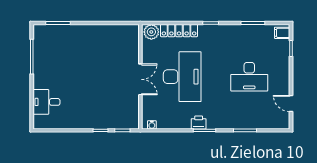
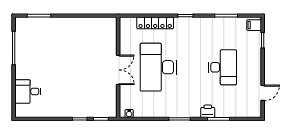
plant: (151, 32) -> (129, 24), removed
desk: (182, 77) -> (158, 67), turned 180
desk: (249, 77) -> (223, 67), turned -90
door: (291, 103) -> (263, 93), swing flipped
printer: (199, 122) -> (208, 111), moved

